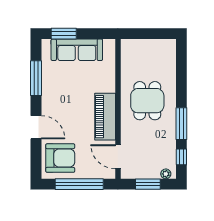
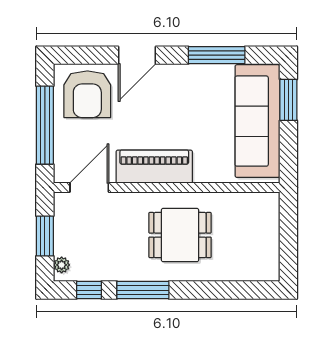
sofa: (77, 50) -> (258, 121), width x1.36, depth x1.27

